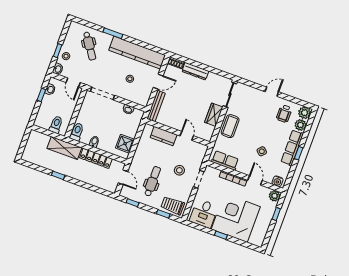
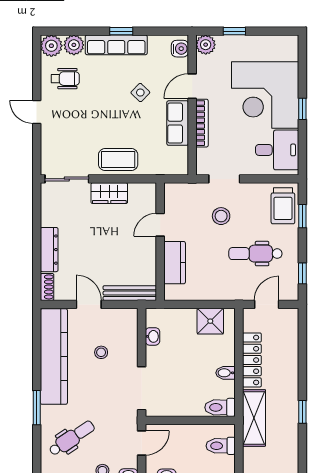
row of seats: (225, 160) -> (178, 123), moved

